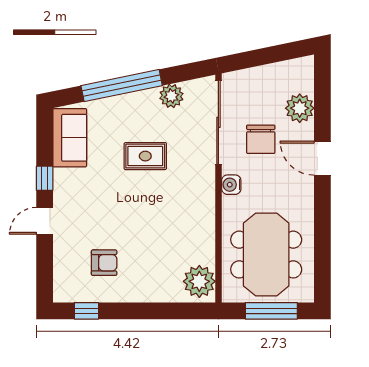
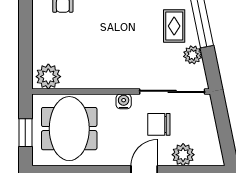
rug: (145, 156) -> (174, 26), moved
meeting table: (266, 255) -> (69, 129), turned 90
window: (271, 311) -> (25, 133), width x0.69

